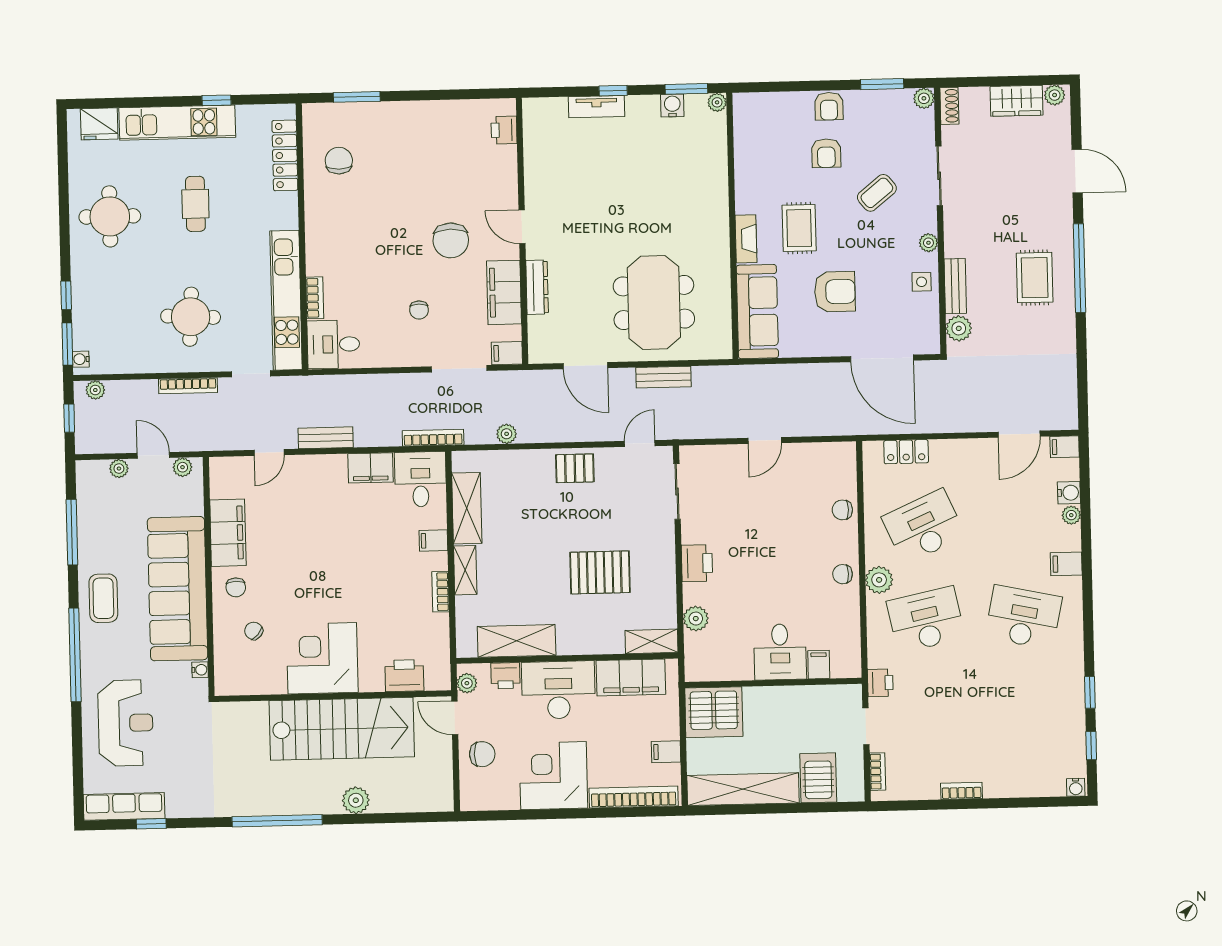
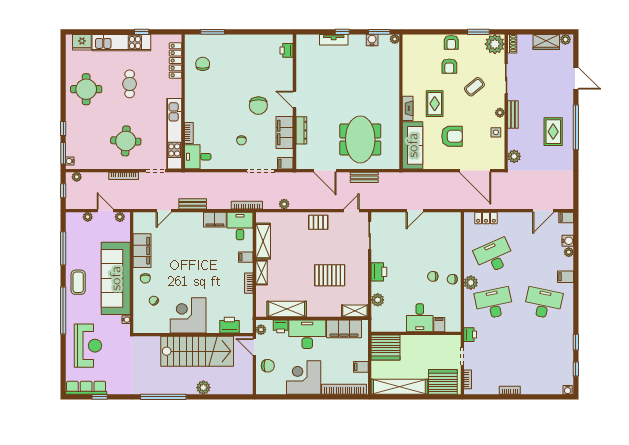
plant: (924, 98) -> (495, 44), width x1.88, depth x1.88
bench: (955, 286) -> (513, 114), moved
chair: (842, 510) -> (433, 276), moved
server rack: (818, 778) -> (443, 382), width x1.60

